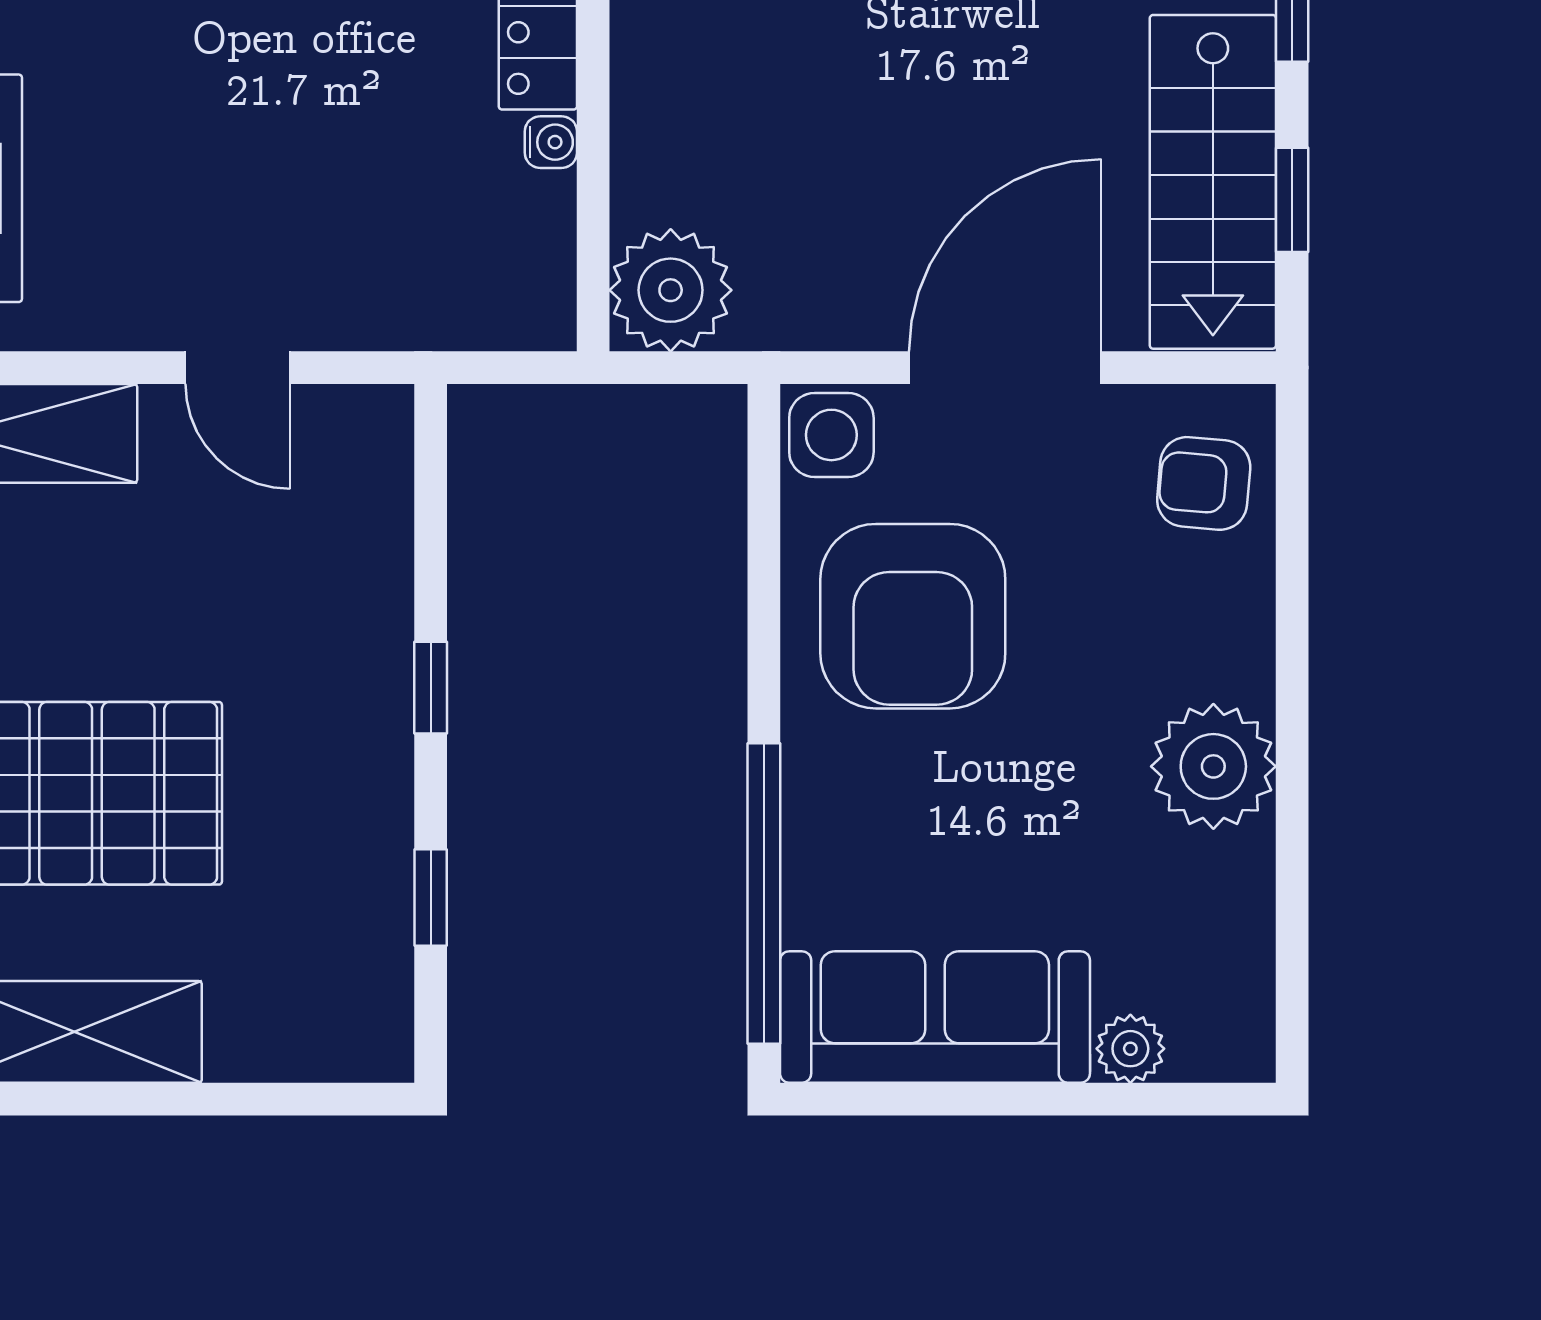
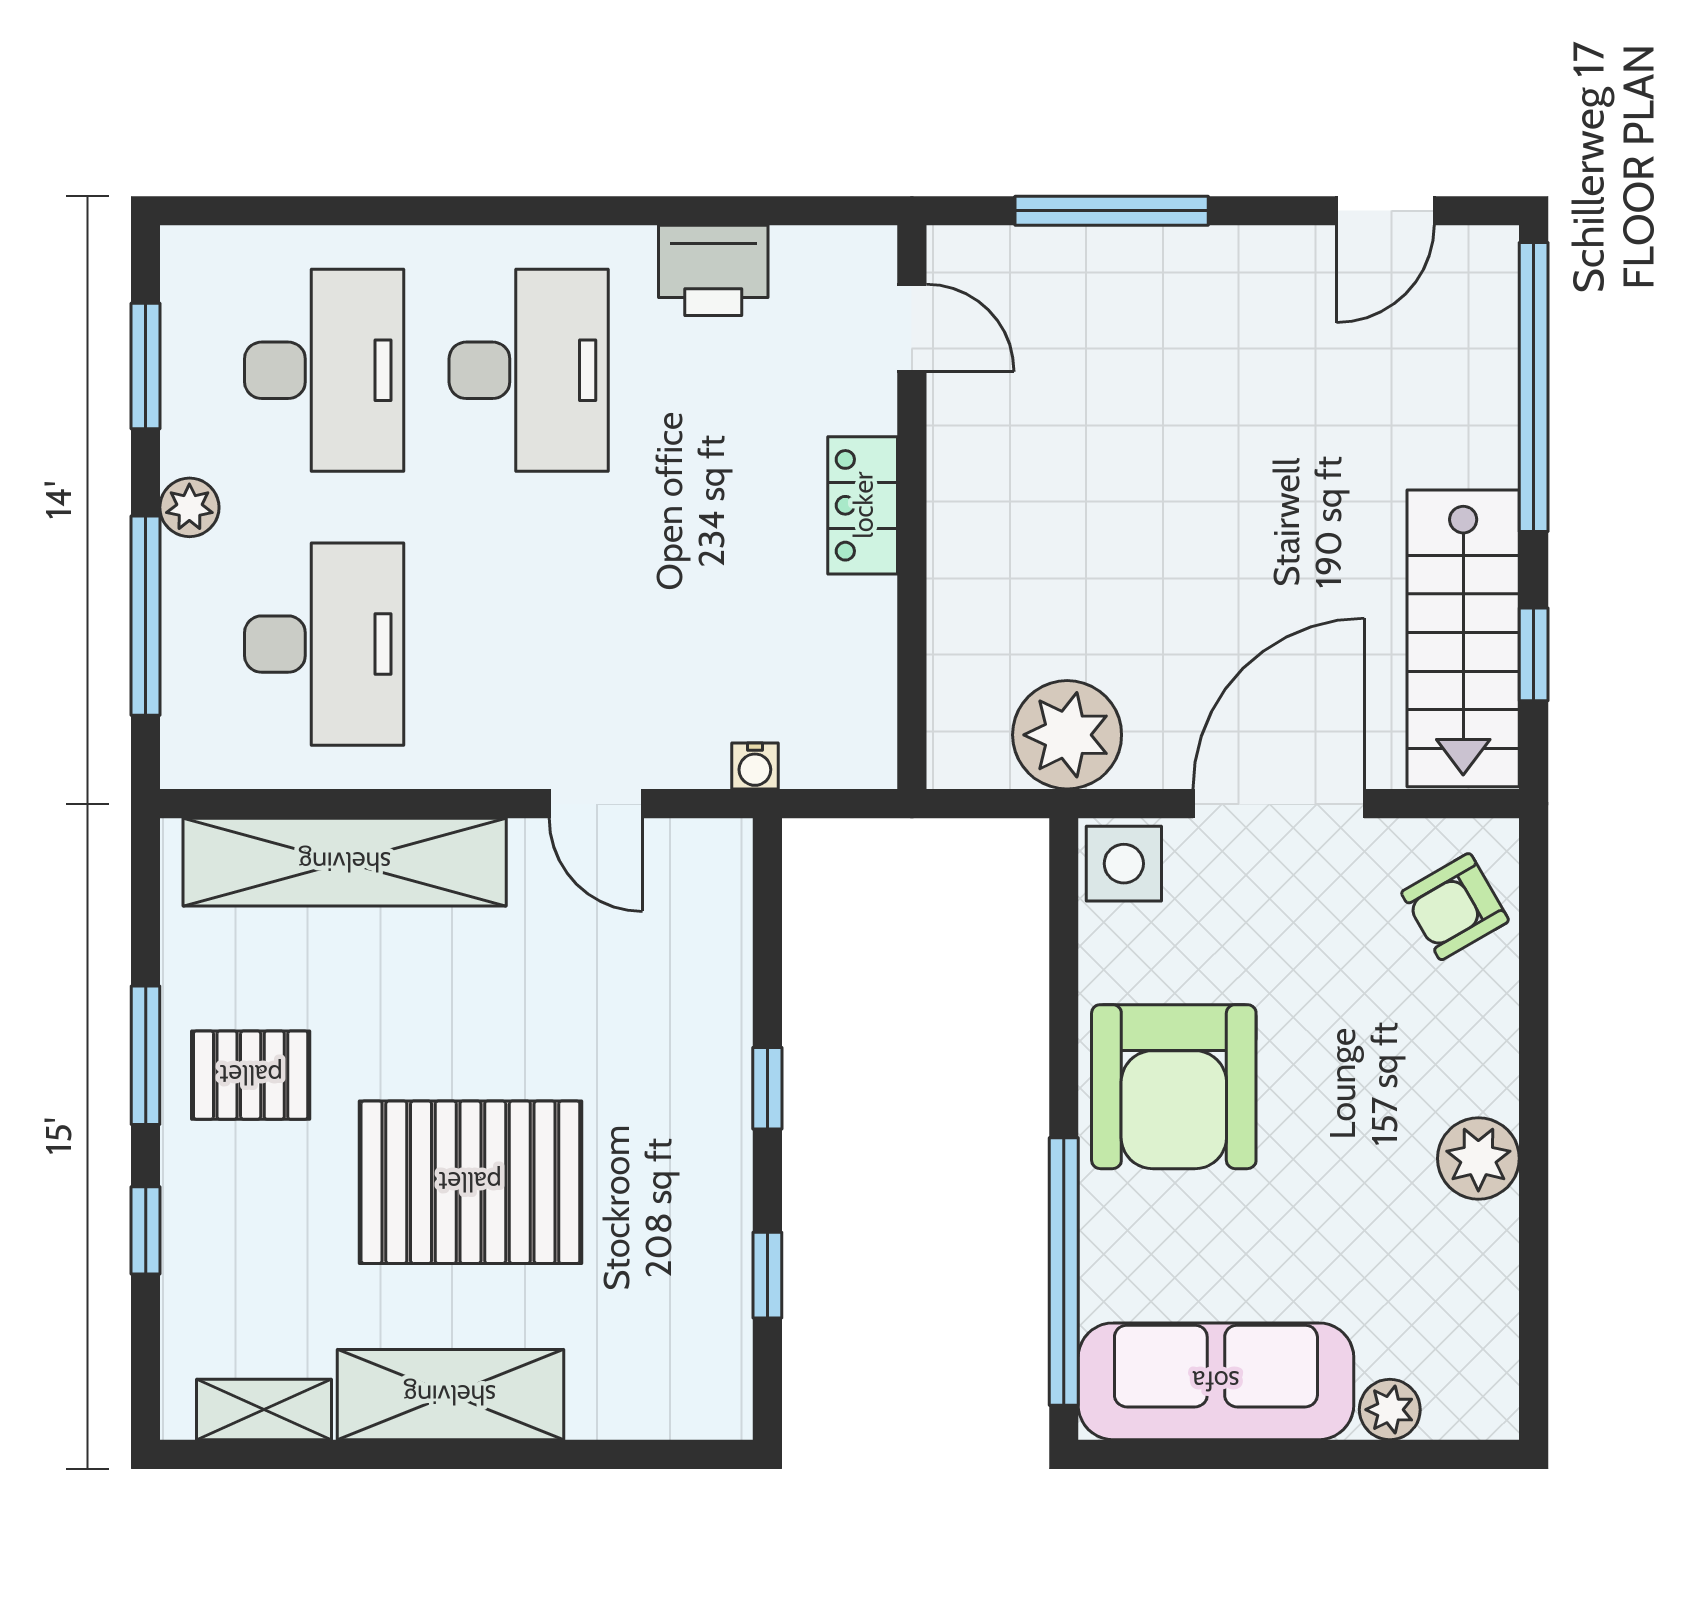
water cooler: (551, 142) -> (755, 766), moved, turned 90
plant: (671, 290) -> (1067, 735), moved
armchair: (1204, 483) -> (1455, 907), turned -35
armchair: (913, 616) -> (1174, 1087), moved
plant: (1213, 766) -> (1478, 1158), width x0.73, depth x0.73

